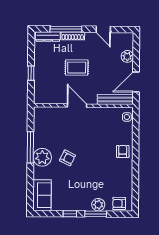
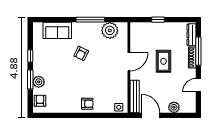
plant: (42, 157) -> (110, 30), moved
sofa: (42, 195) -> (57, 30), moved

